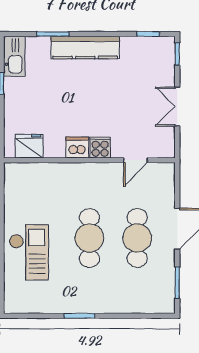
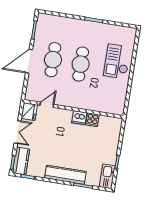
kitchen counter: (164, 59) -> (21, 161), added
fridge: (29, 146) -> (29, 112), moved, turned -90
cooker: (100, 147) -> (93, 120), moved

